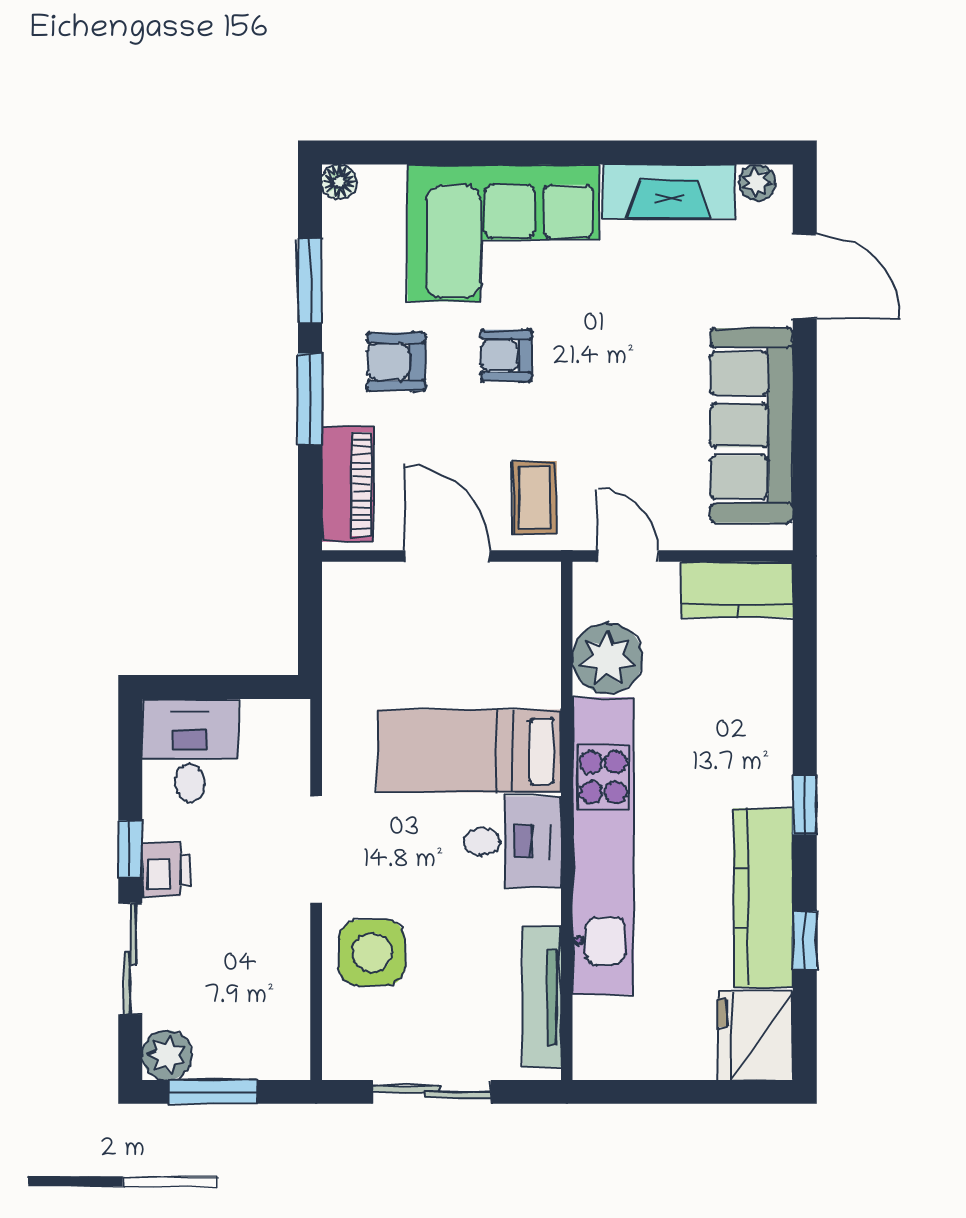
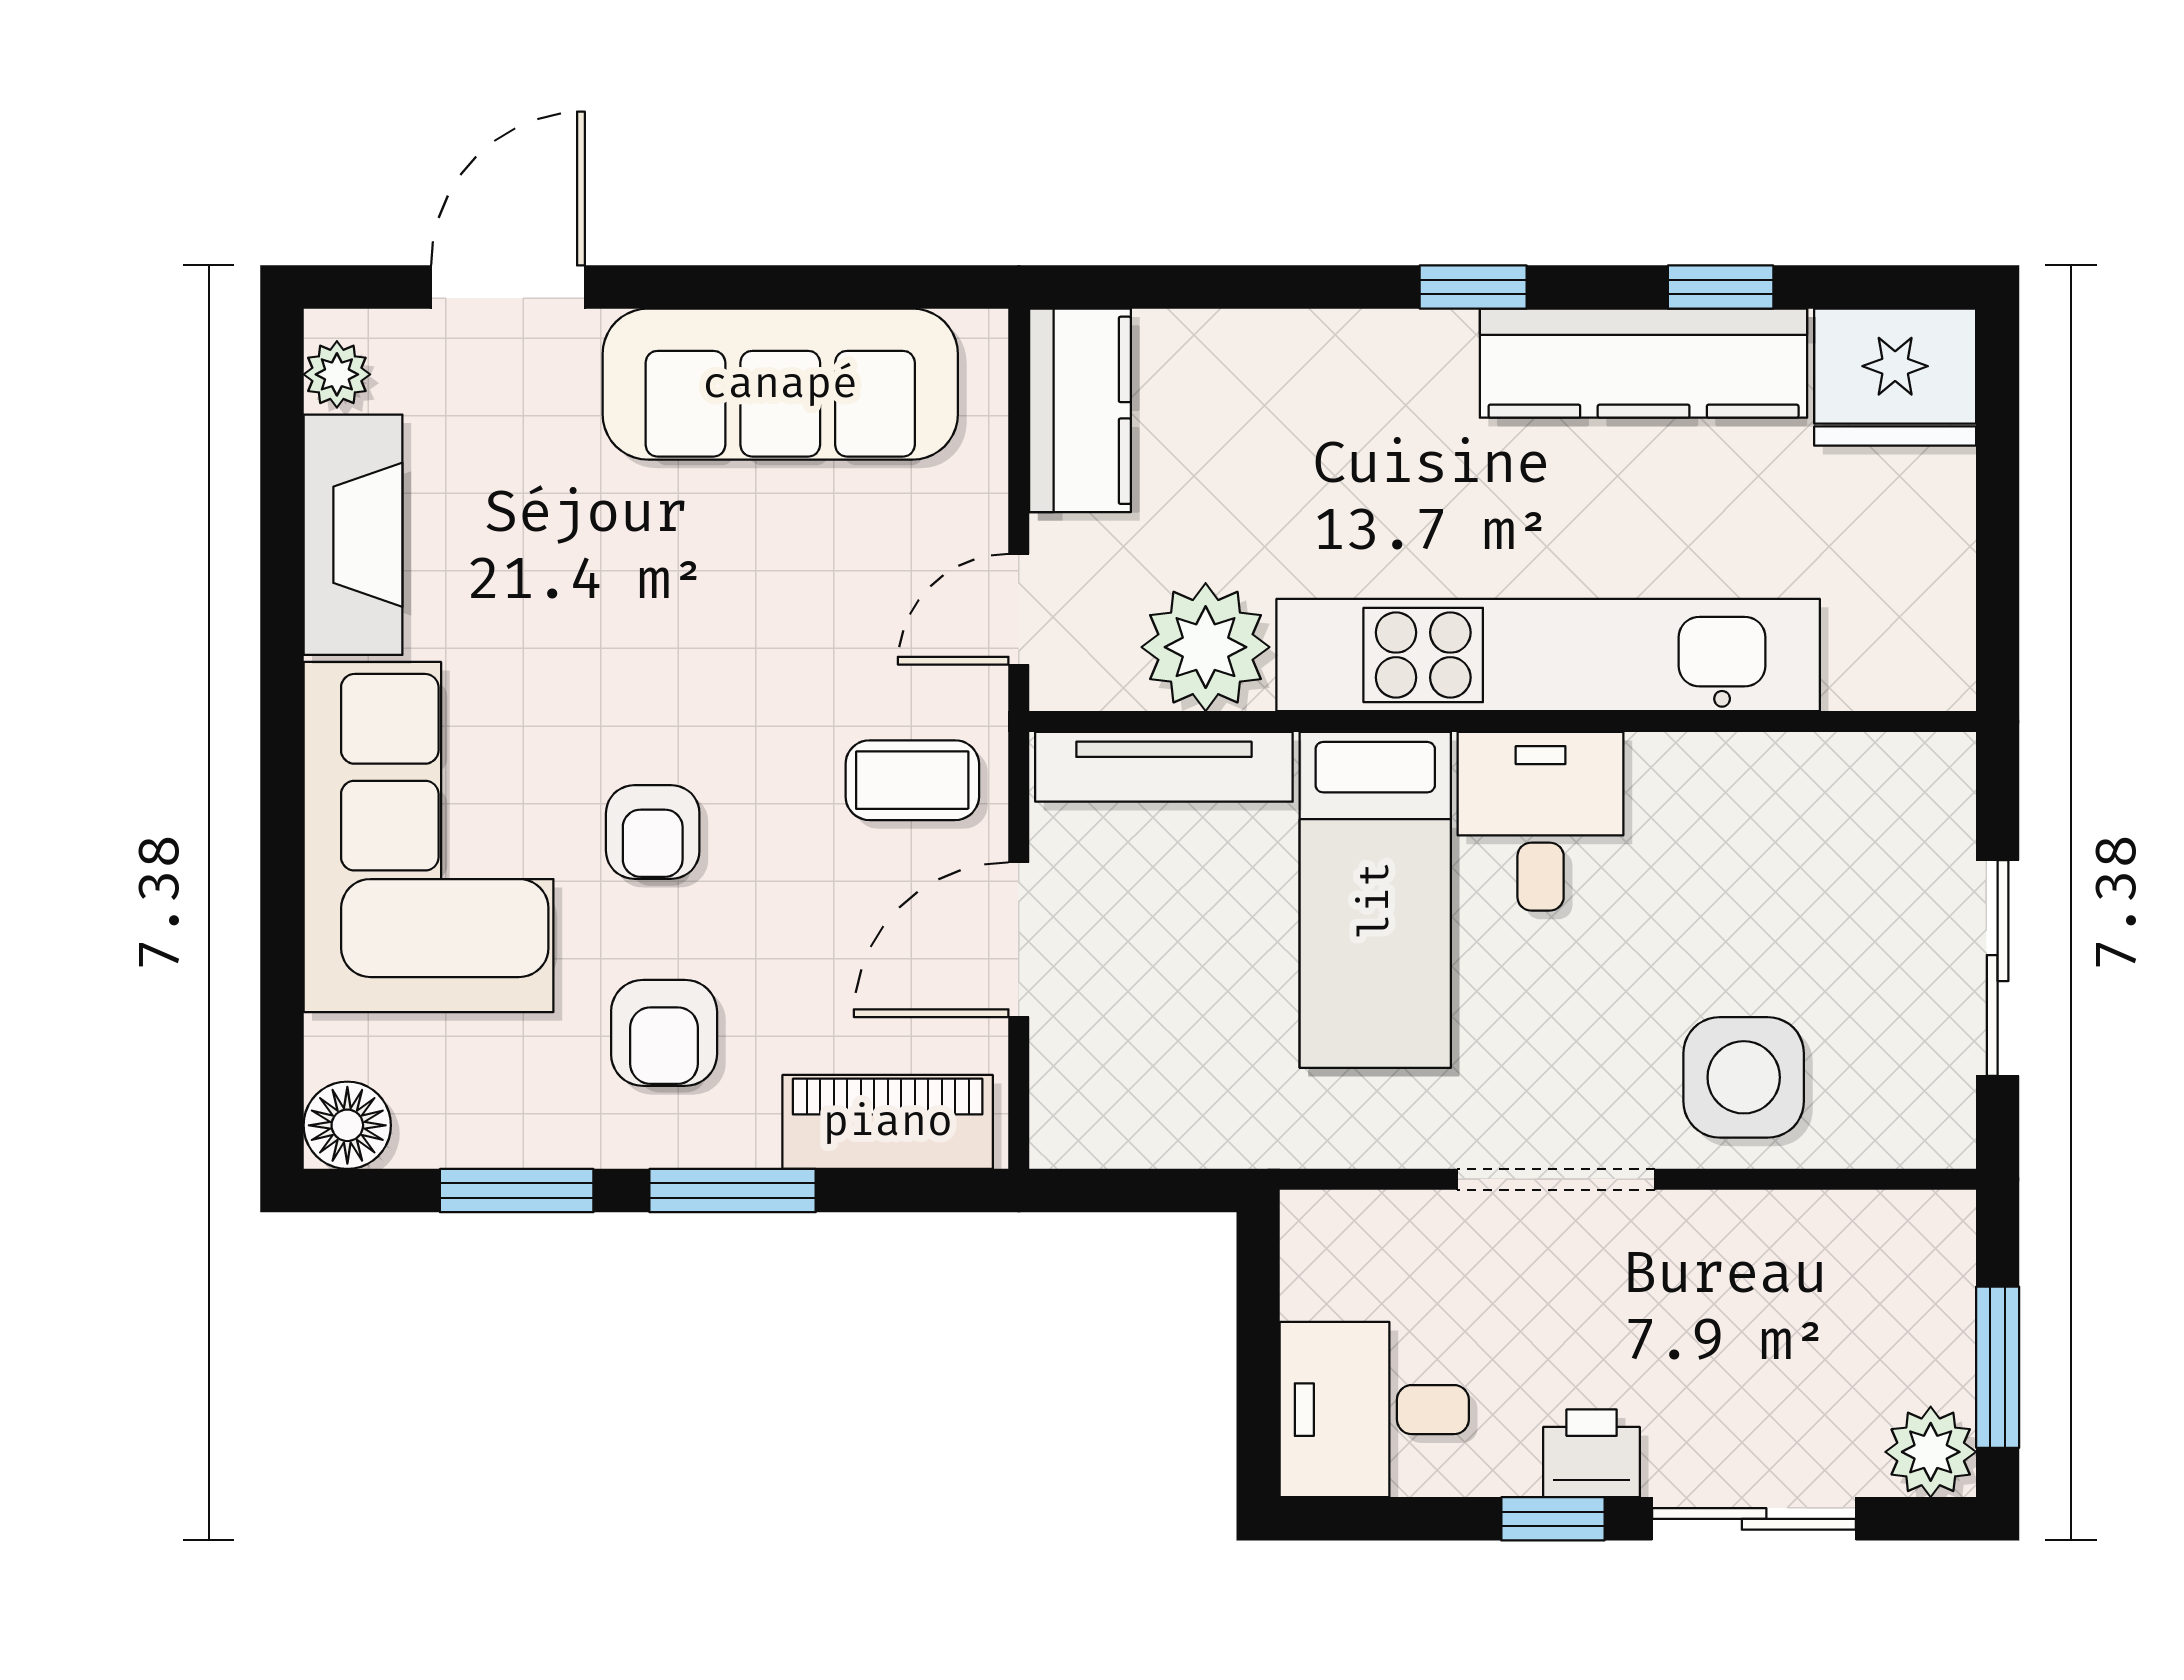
floor lamp: (339, 182) -> (347, 1125), width x1.37, depth x1.37
tv unit: (542, 997) -> (1164, 767), moved

